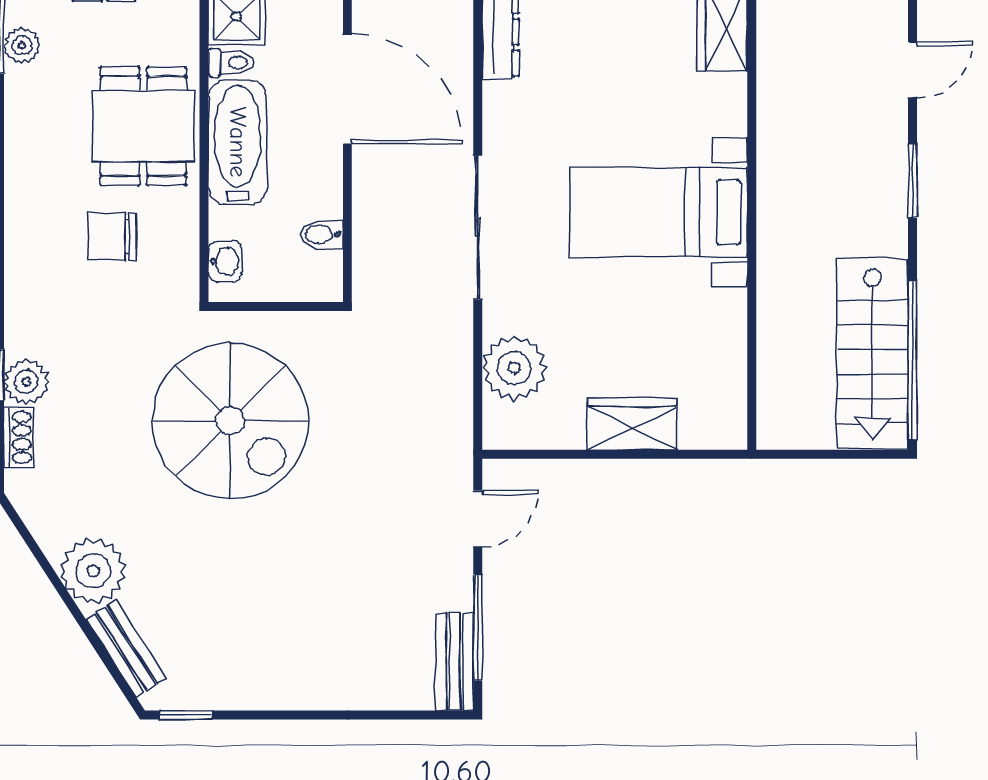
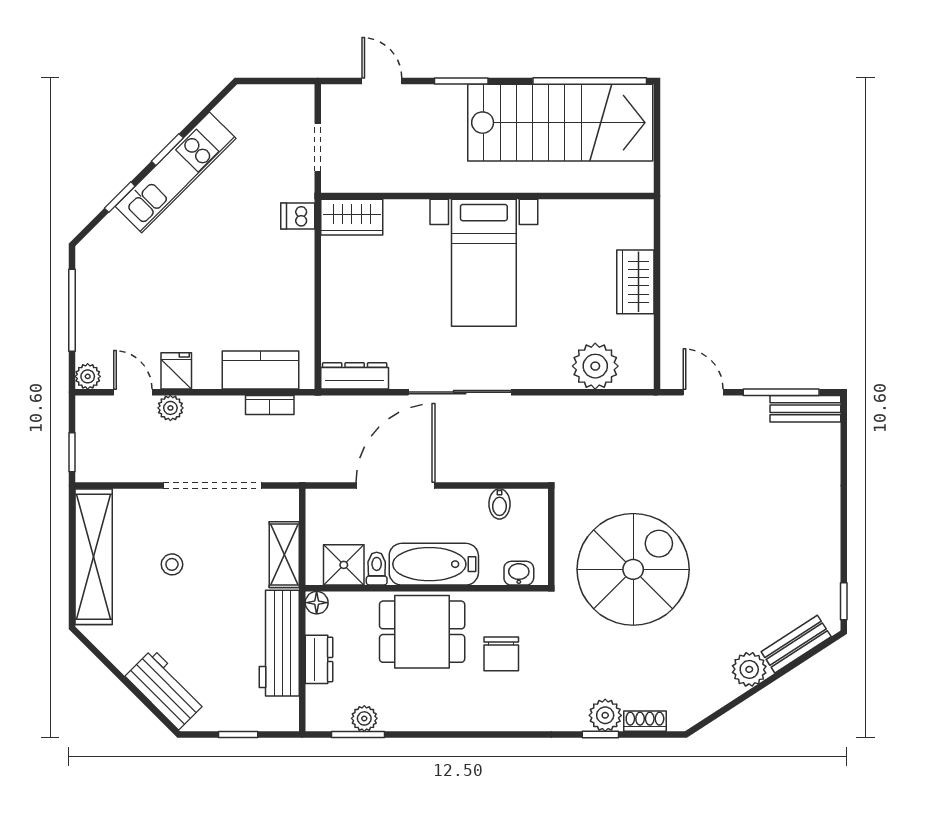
sliding door: (478, 227) -> (460, 392), moved
stairs: (872, 353) -> (560, 123), width x1.36, depth x1.51
plant: (93, 571) -> (749, 669), width x0.73, depth x0.73

